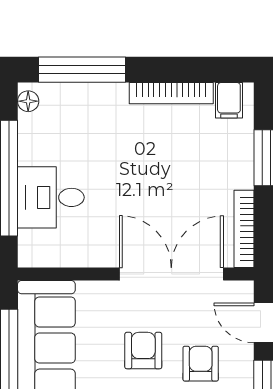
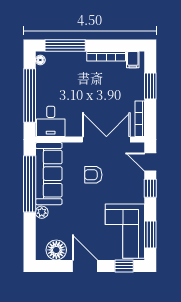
desk: (51, 197) -> (51, 121), moved, turned -90
armchair: (143, 351) -> (93, 175), turned -90
armchair: (201, 364) -> (120, 181), removed

